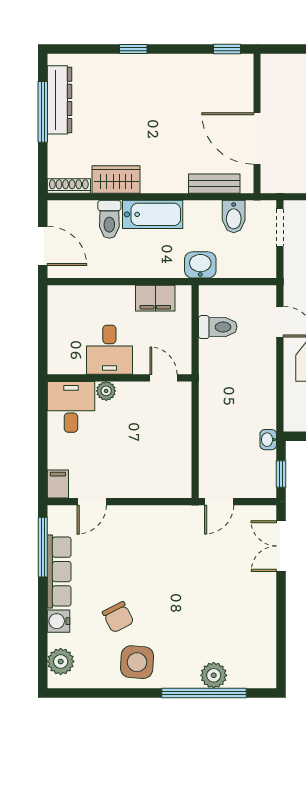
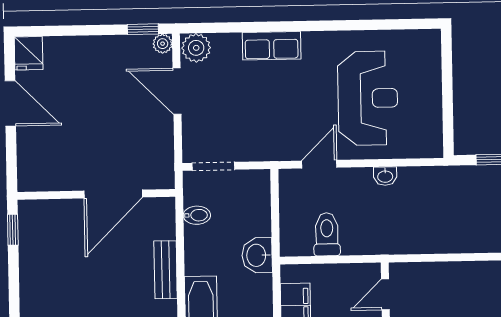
bench: (214, 184) -> (166, 270), moved
bidet: (234, 217) -> (197, 215), width x0.72, depth x0.74
washbasin: (268, 440) -> (385, 176), moved

